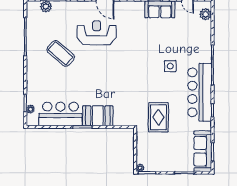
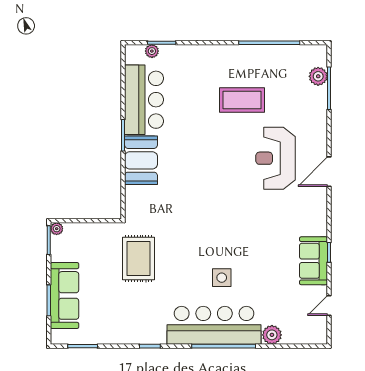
plant: (206, 14) -> (272, 335), moved
reception desk: (97, 33) -> (276, 158), turned 180
coffee table: (61, 53) -> (242, 100), turned 49
bar counter: (200, 92) -> (214, 325), moved
rug: (158, 117) -> (139, 258), turned 90
sofa: (203, 151) -> (65, 295), moved, turned 90

